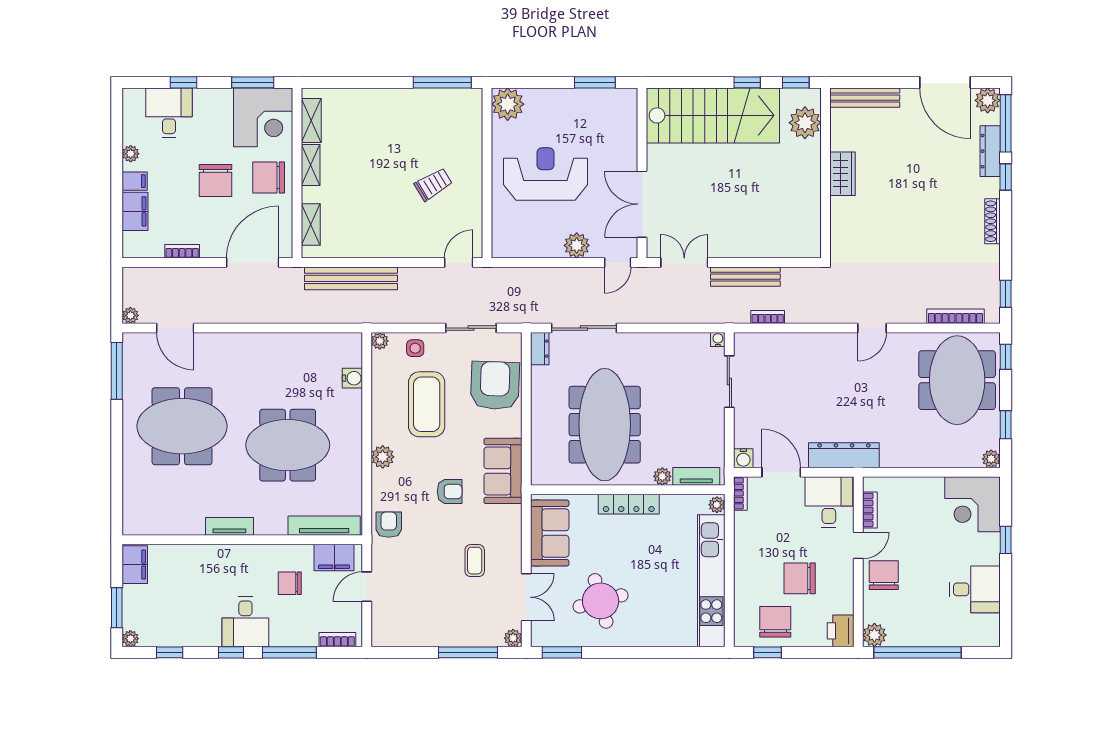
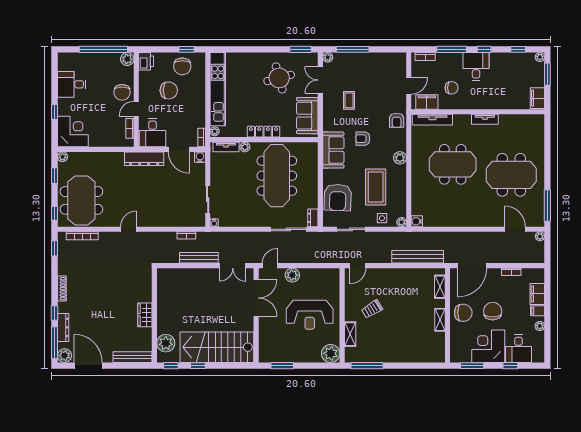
corner desk: (263, 117) -> (488, 346), moved
shelving: (311, 120) -> (350, 334), moved
water cooler: (352, 378) -> (417, 221), moved

